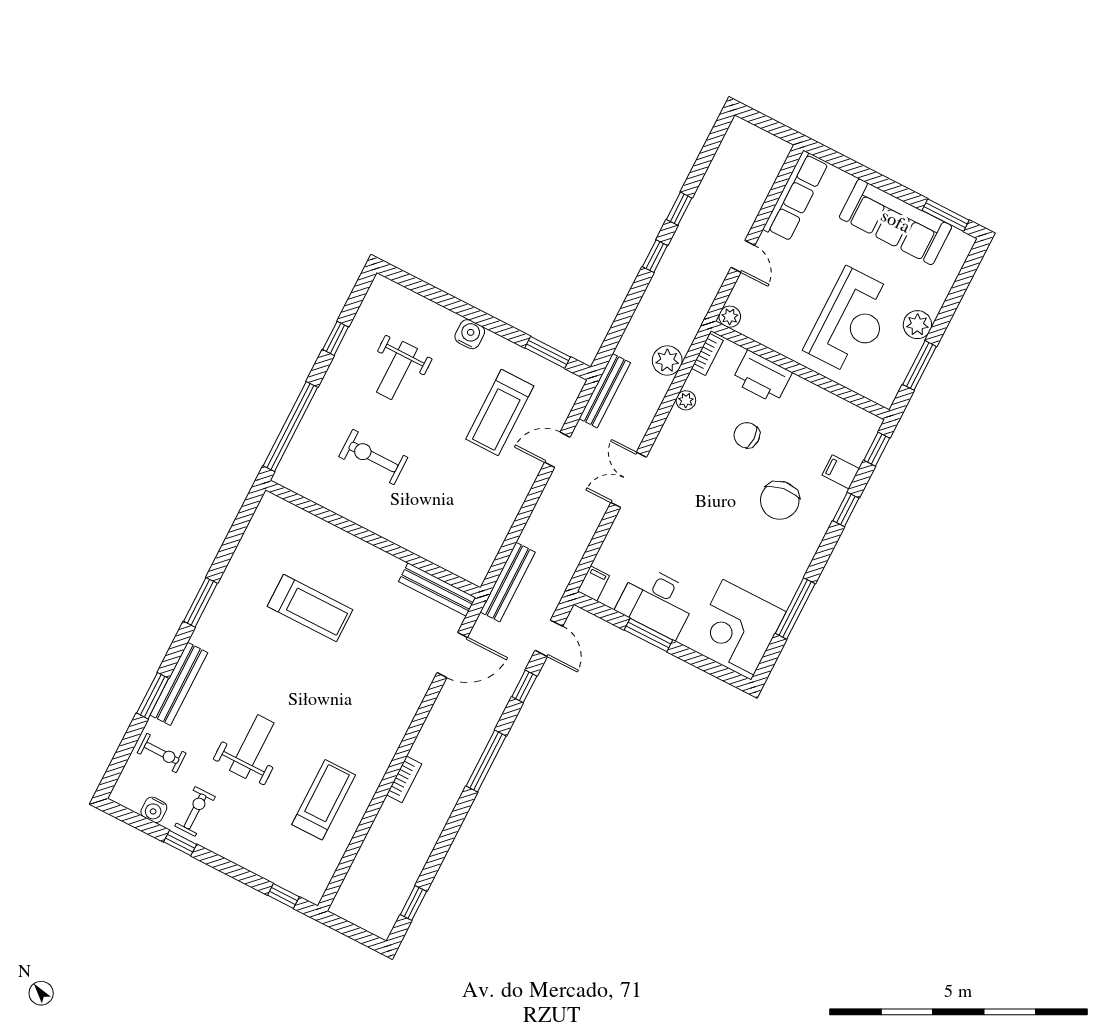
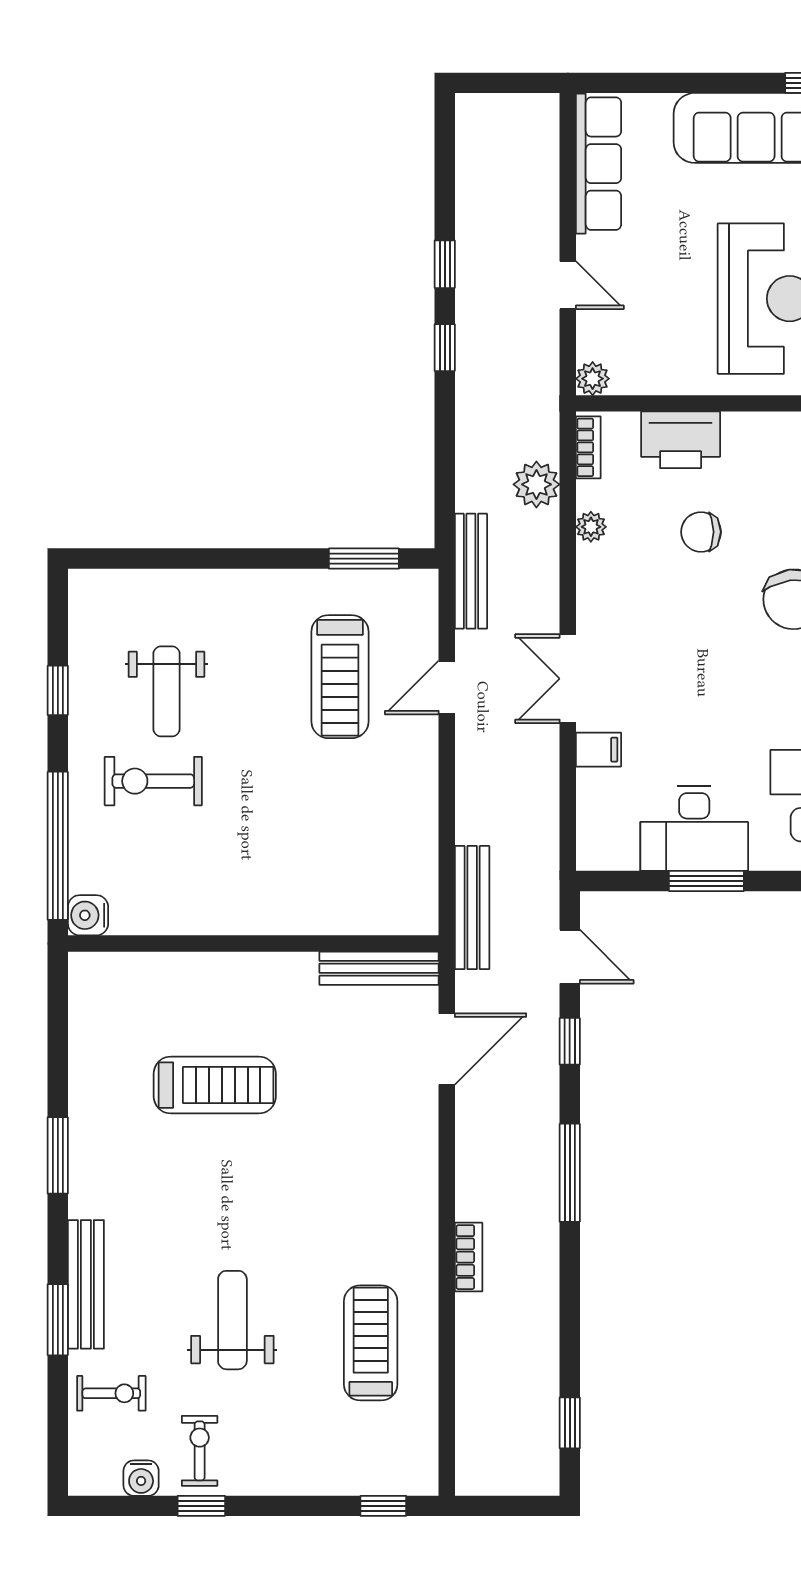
water cooler: (470, 334) -> (88, 915), moved, turned -90
exercise bike: (373, 457) -> (153, 781), moved
filing cabinet: (593, 583) -> (598, 750), moved, turned 90

